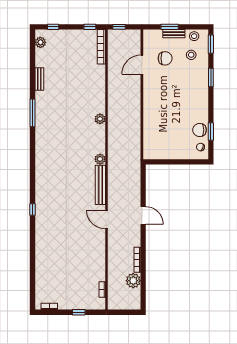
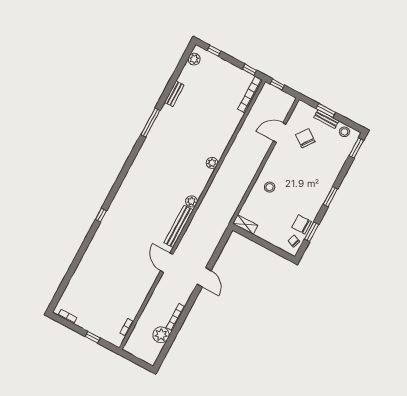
stool: (191, 55) -> (270, 187), moved
chair: (165, 58) -> (305, 138), turned -144
window: (211, 77) -> (330, 197), moved
shelving: (154, 154) -> (245, 224), added

